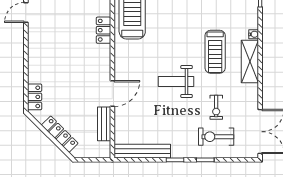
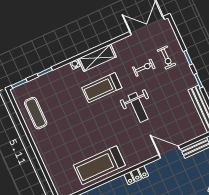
locker: (103, 30) -> (136, 175), moved
treadmill: (215, 52) -> (102, 88), turned 180
exercise bike: (216, 137) -> (166, 57), width x0.73, depth x0.72

